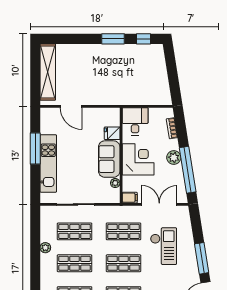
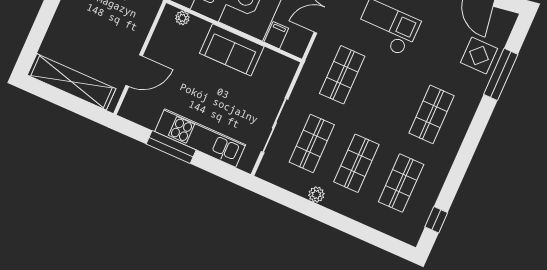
fridge: (112, 133) -> (197, 30), removed
plant: (115, 183) -> (182, 18), moved
filing cabinet: (130, 198) -> (276, 35), moved
shop shelf: (123, 263) -> (387, 95), removed

